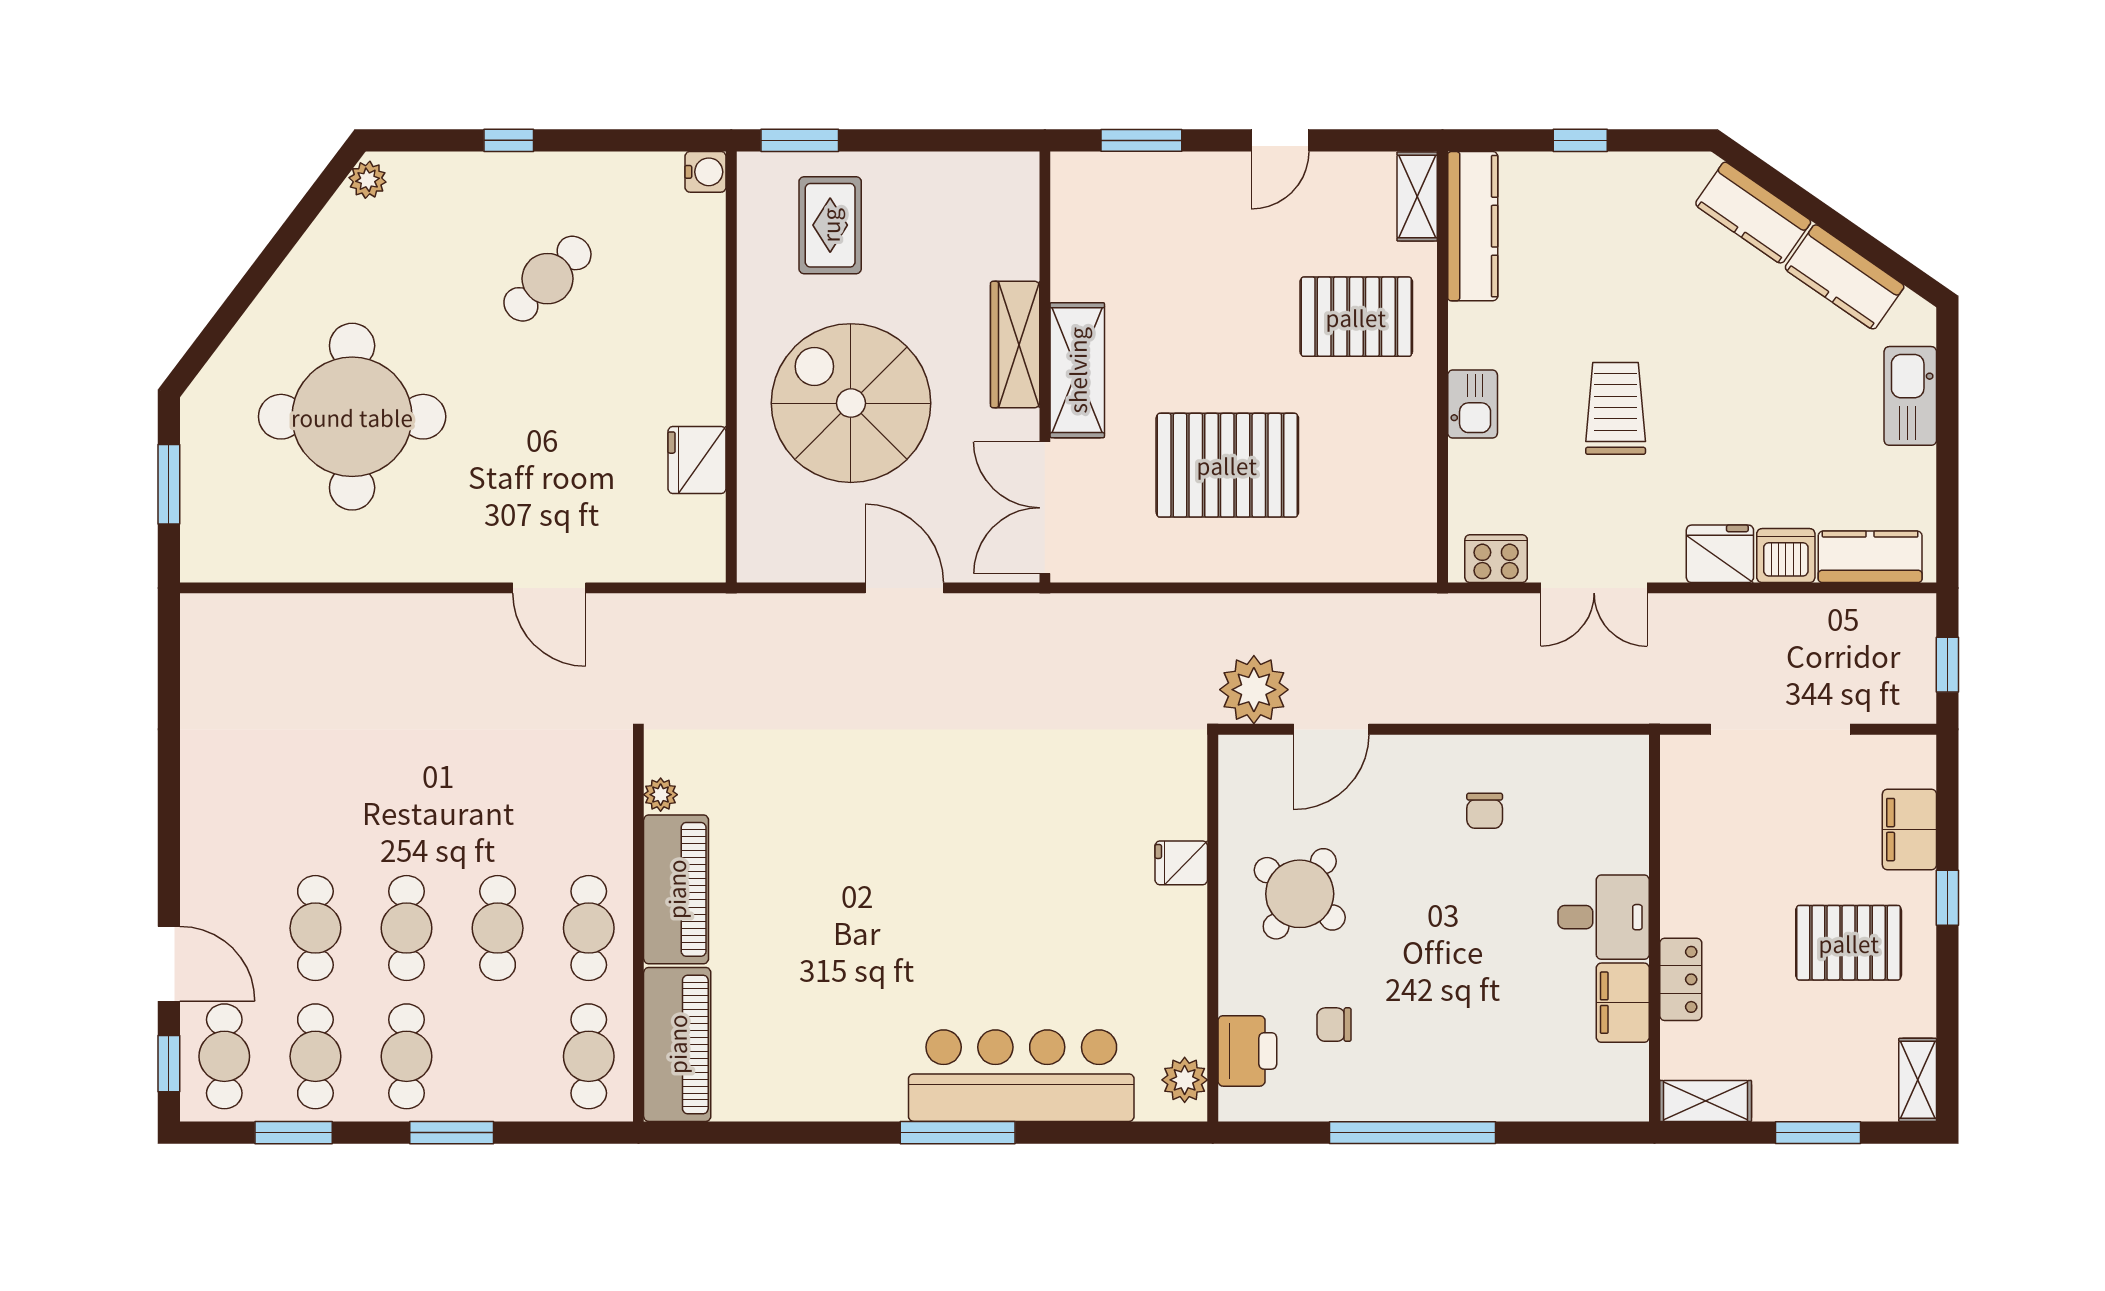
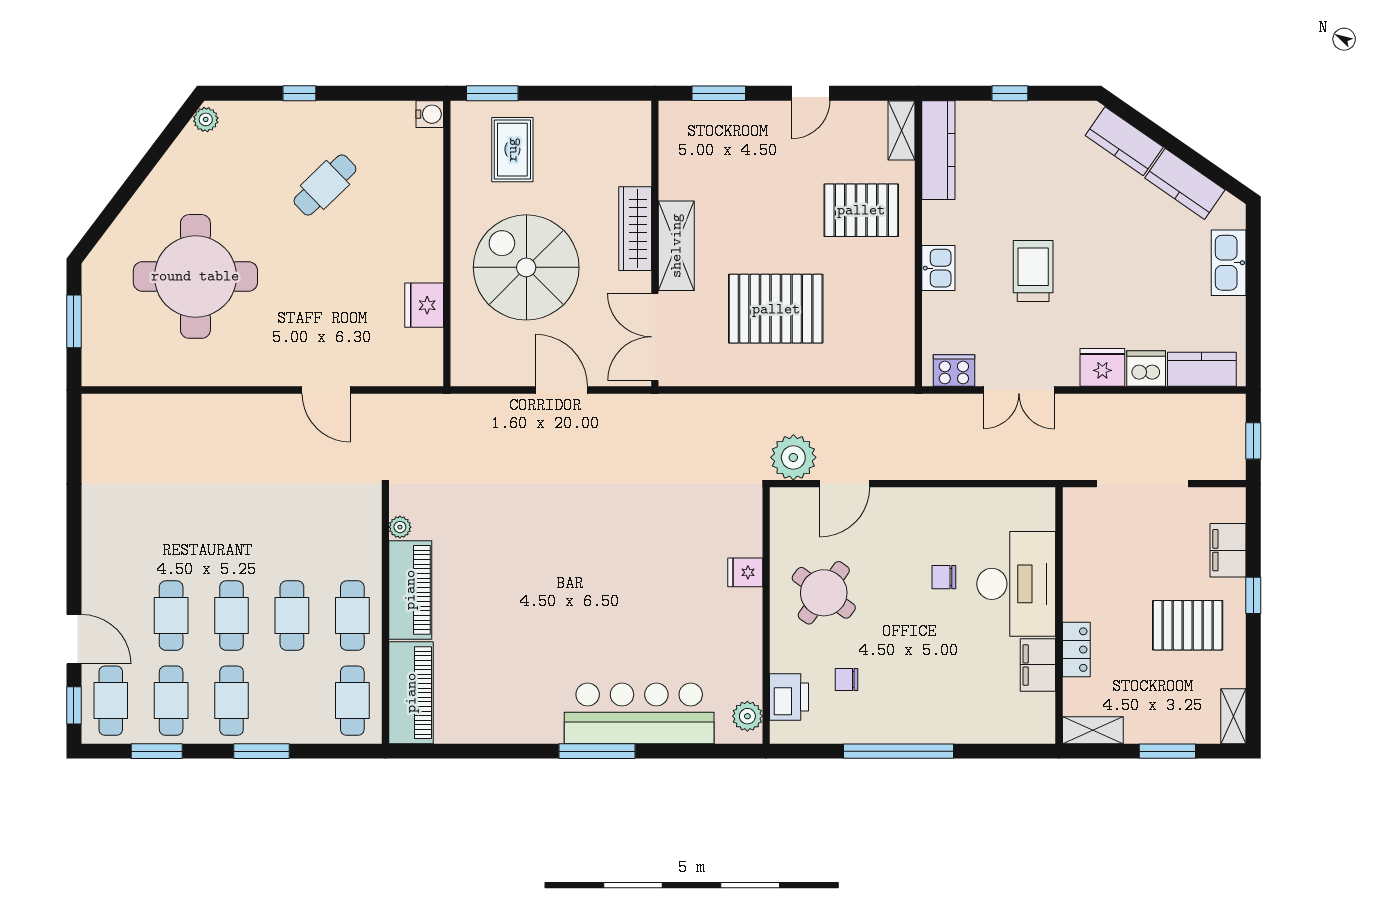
chair: (1485, 811) -> (944, 577), moved, turned 90
desk: (1604, 917) -> (1016, 584), width x1.87, depth x1.30

